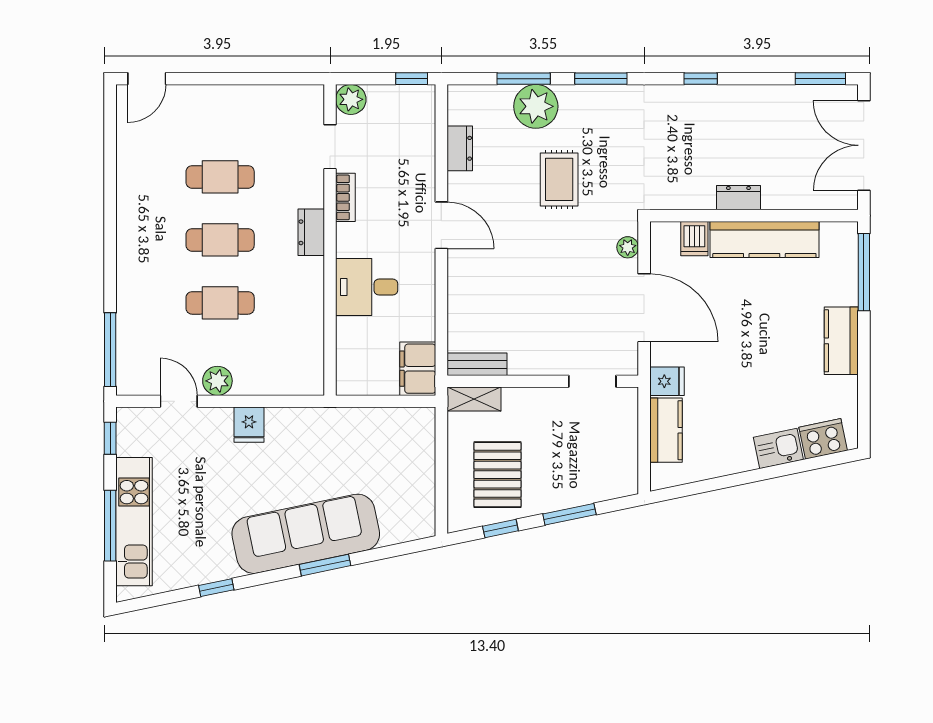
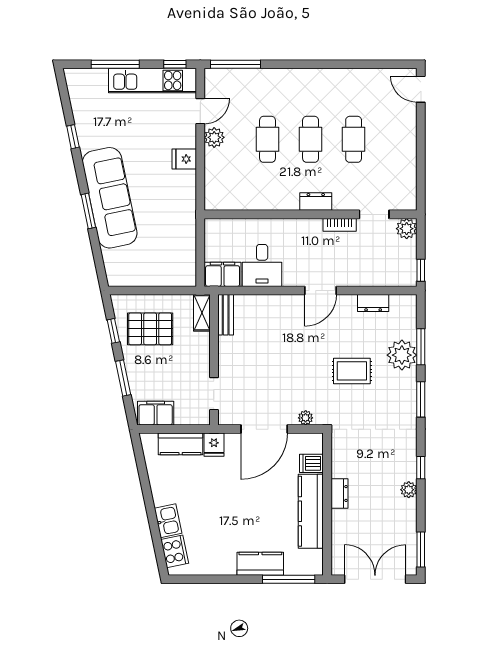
plant: (733, 96) -> (409, 490), added
desk: (367, 287) -> (262, 265), moved, turned 180
kitchen counter: (841, 341) -> (260, 564), moved
filing cabinet: (621, 467) -> (156, 413), added
kitchen unit: (134, 522) -> (152, 80), moved

